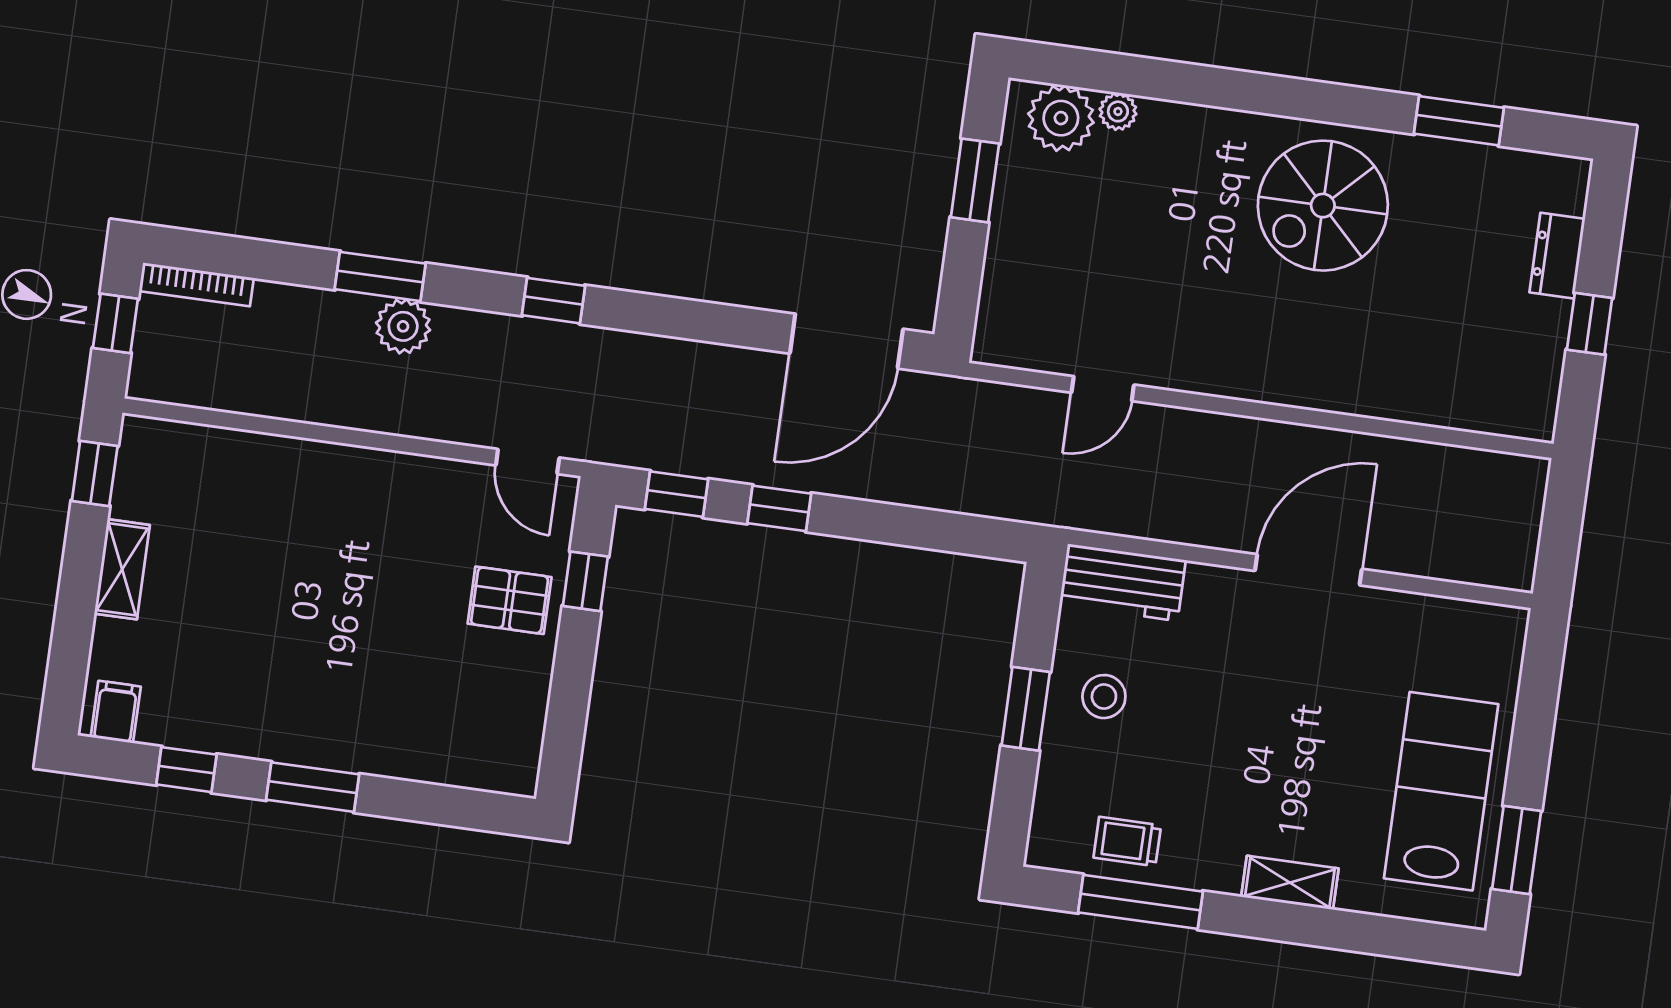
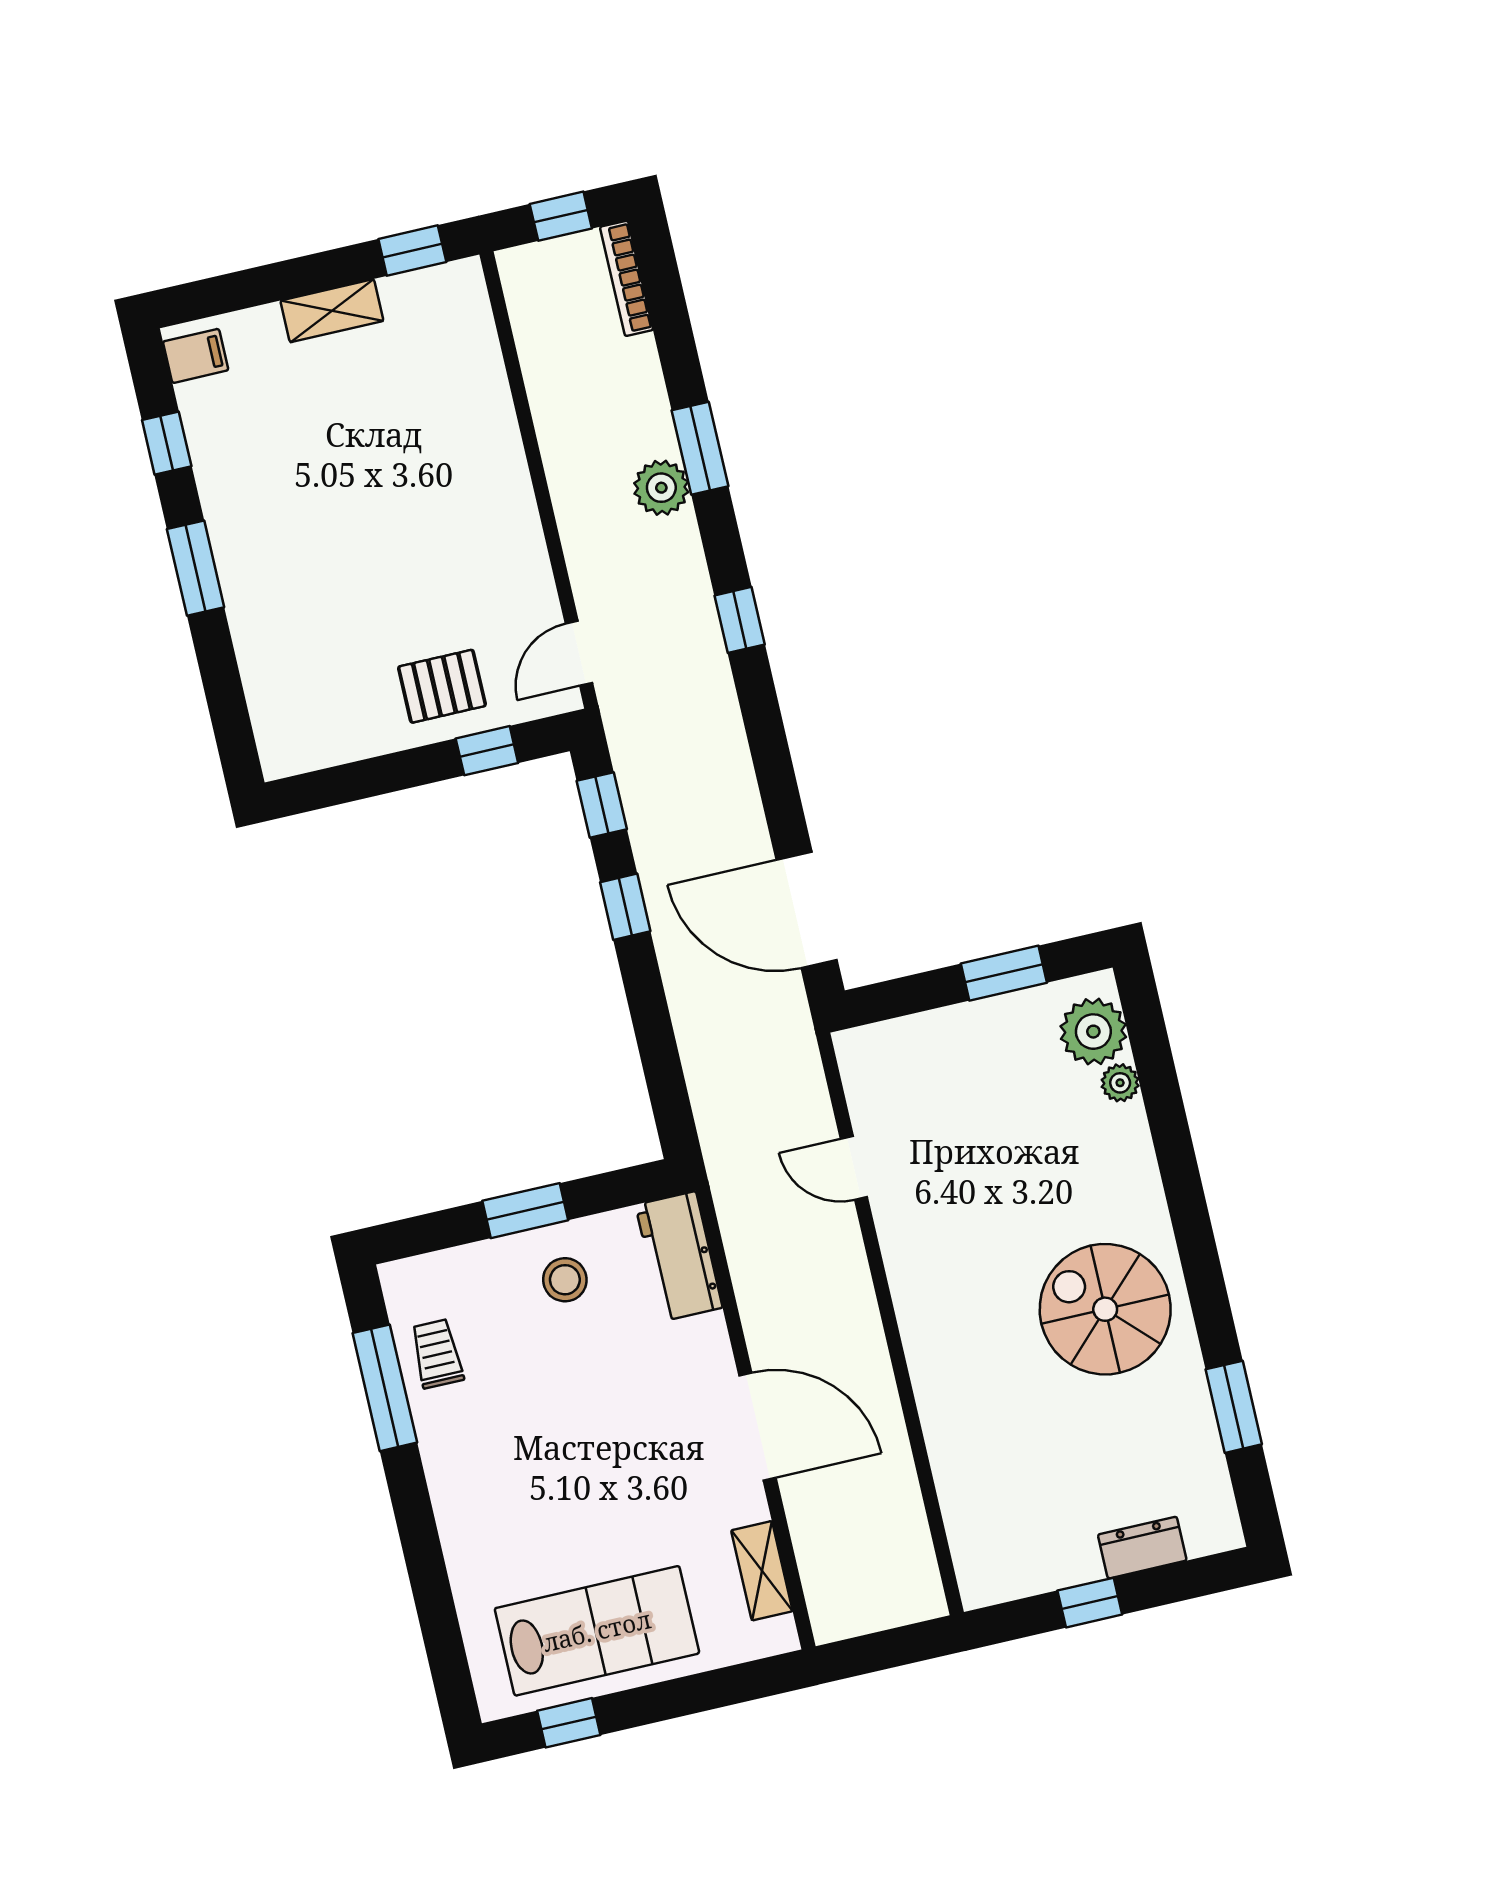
pallet: (510, 600) -> (442, 686), turned 90
window: (1517, 850) -> (569, 1723), width x0.67
shelving: (1290, 883) -> (762, 1571), moved

